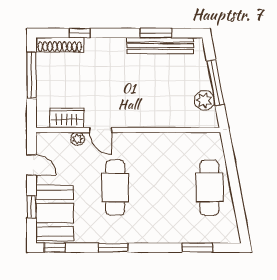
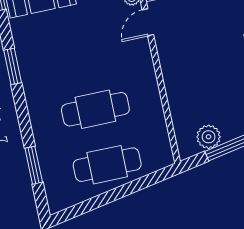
cafe table: (115, 188) -> (95, 109), moved

